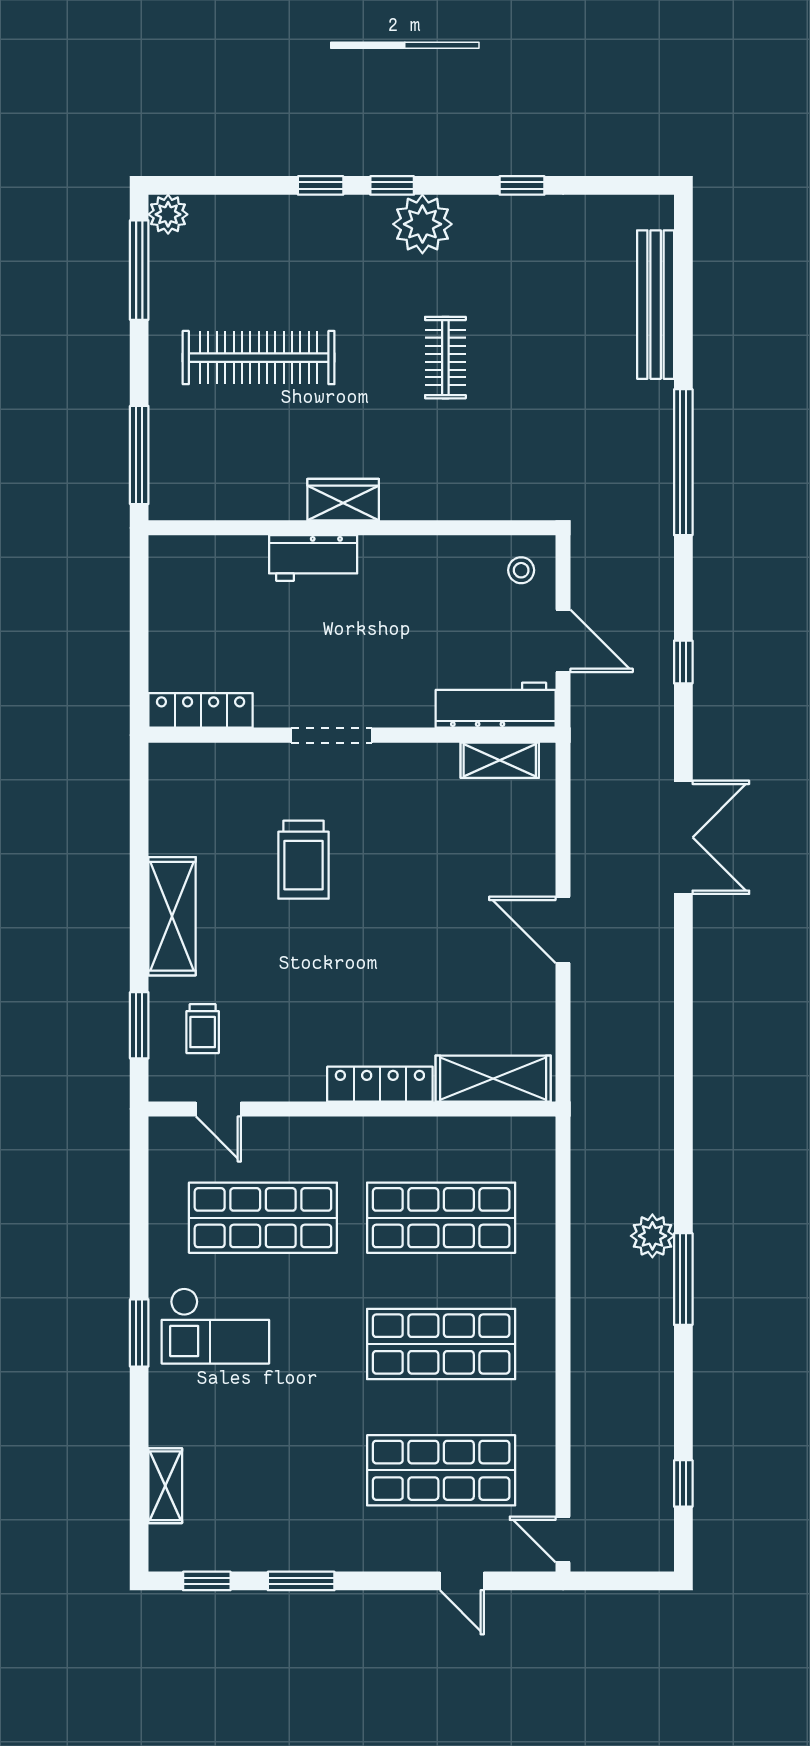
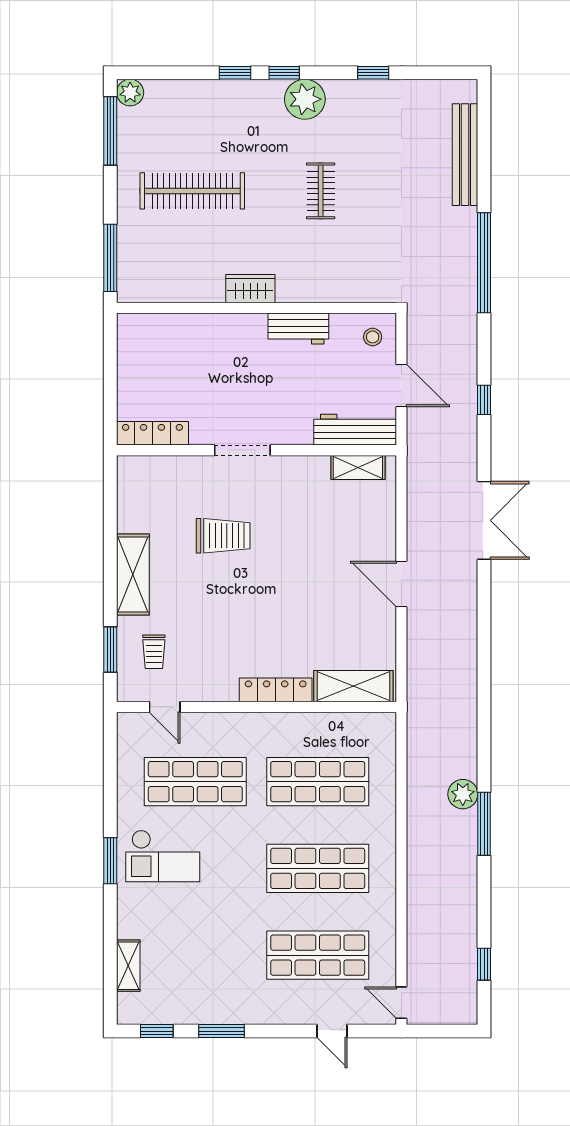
workbench: (313, 558) -> (298, 329), moved
trolley: (304, 860) -> (223, 536), turned -90

